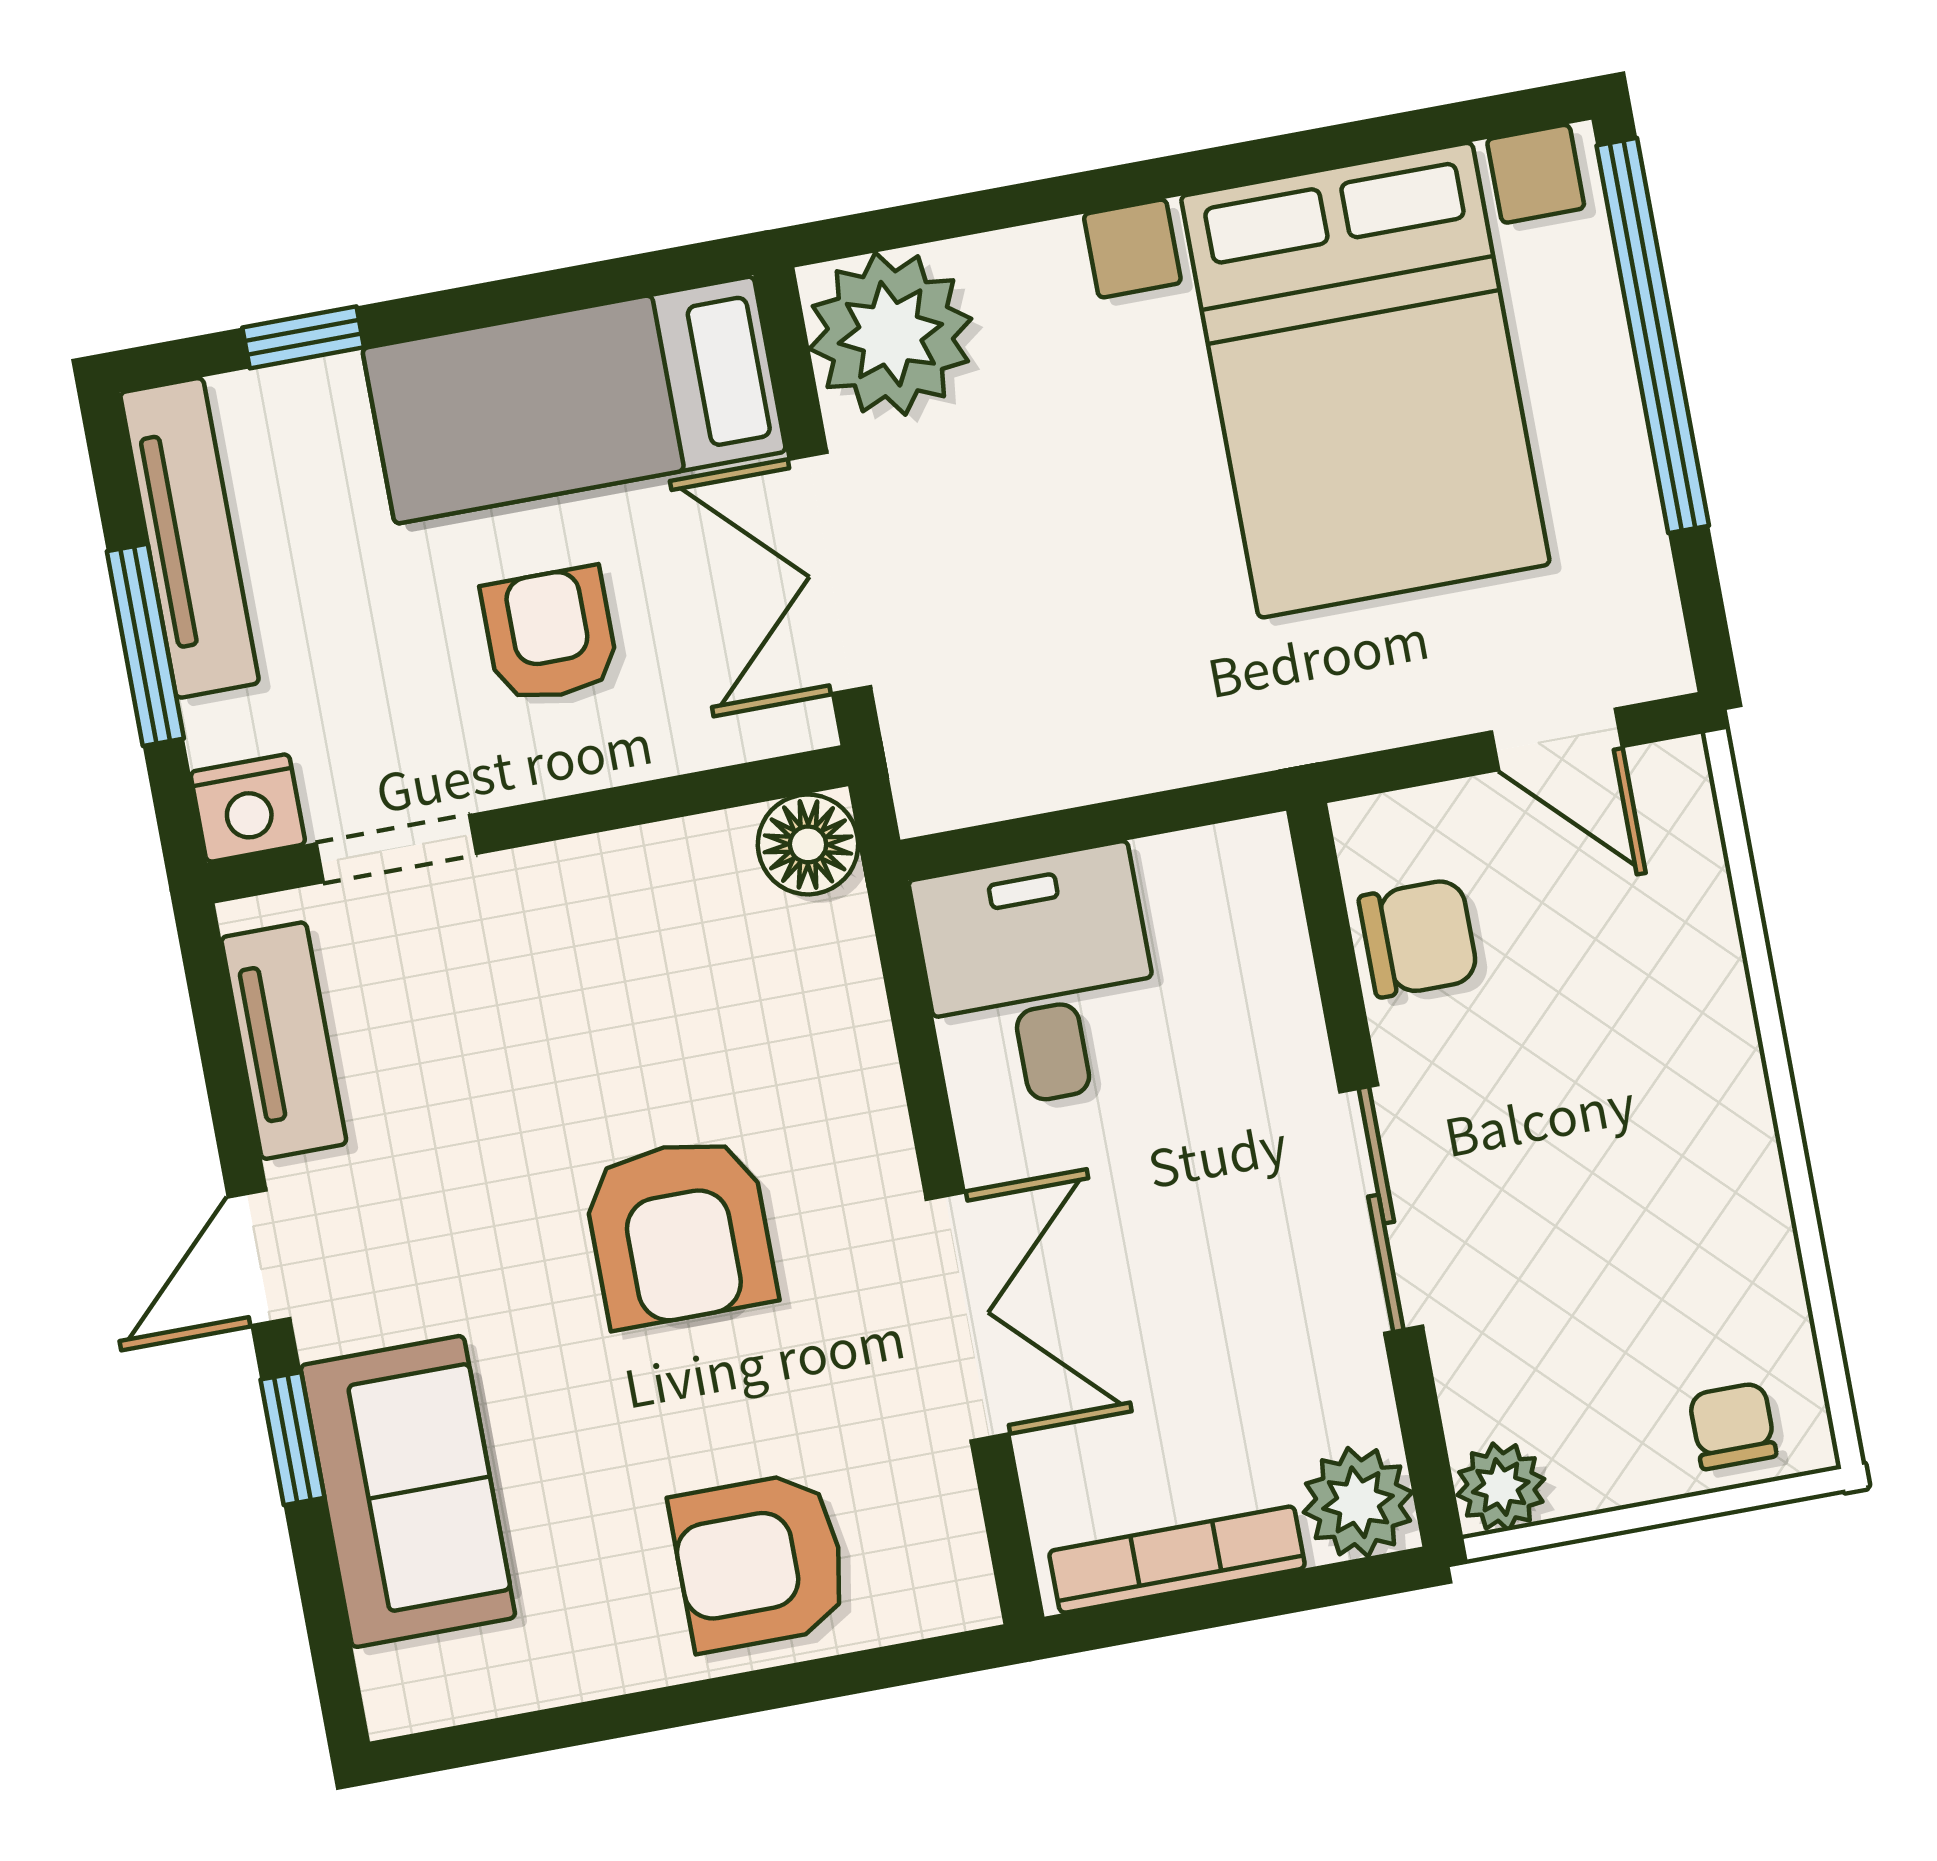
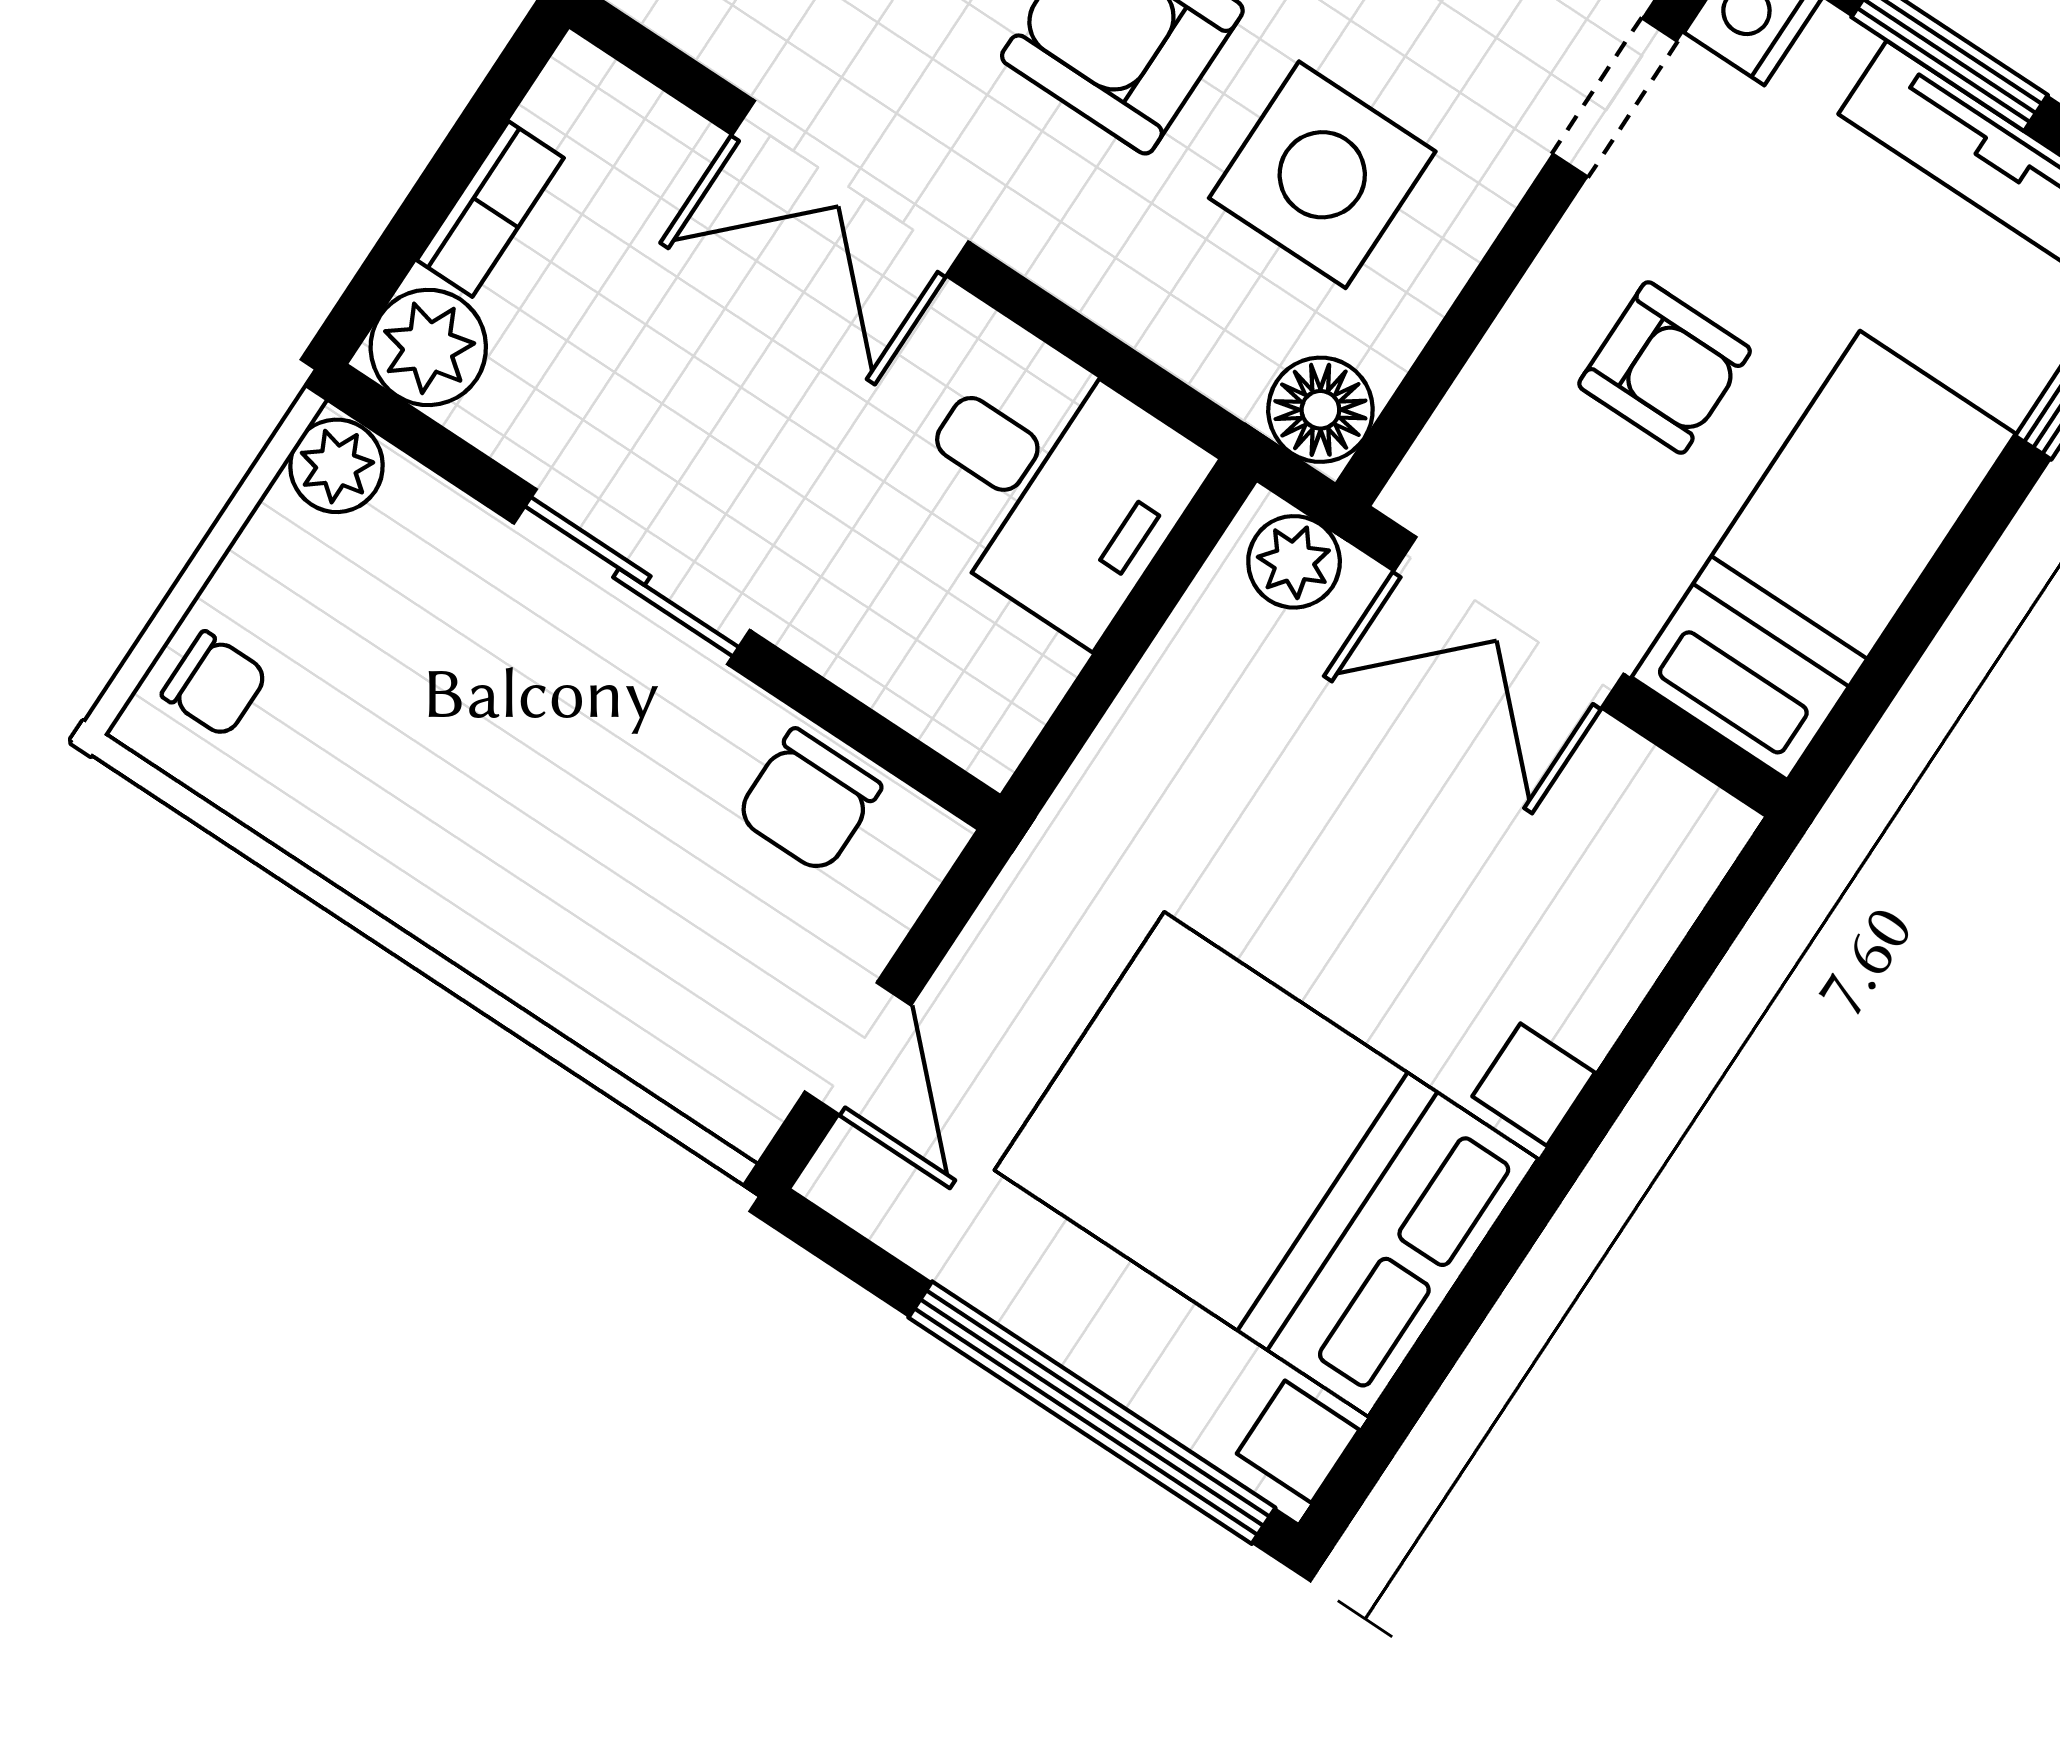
plant: (890, 334) -> (1294, 562), moved, width x0.53, depth x0.53
double door: (830, 573) -> (1509, 622), swing flipped
door: (1557, 739) -> (858, 1049), swing flipped
side table: (644, 999) -> (1322, 175), added
bookcase: (1177, 1560) -> (490, 209), width x0.64

